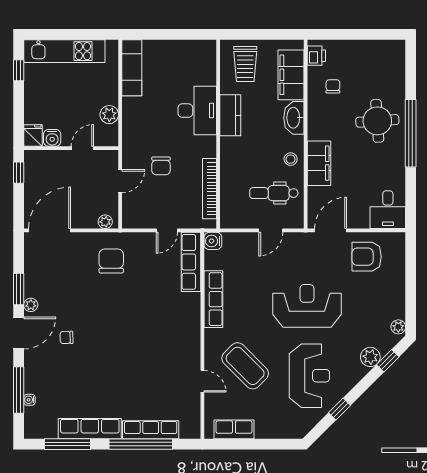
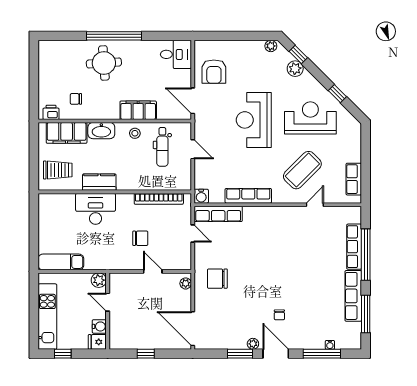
fridge: (33, 136) -> (97, 342), moved
water cooler: (52, 138) -> (99, 326), moved
wall: (71, 148) -> (108, 311), moved
door: (82, 148) -> (108, 302), moved

